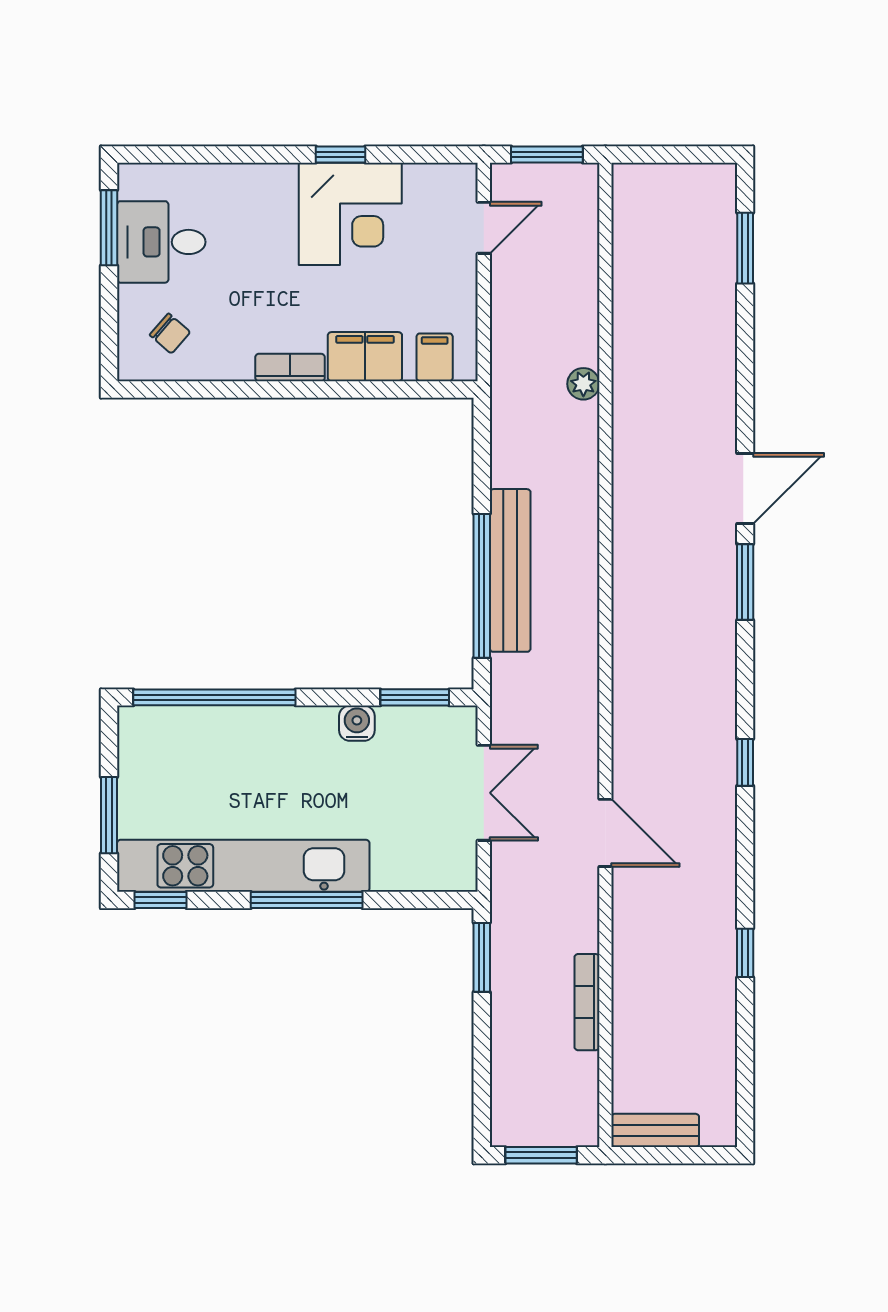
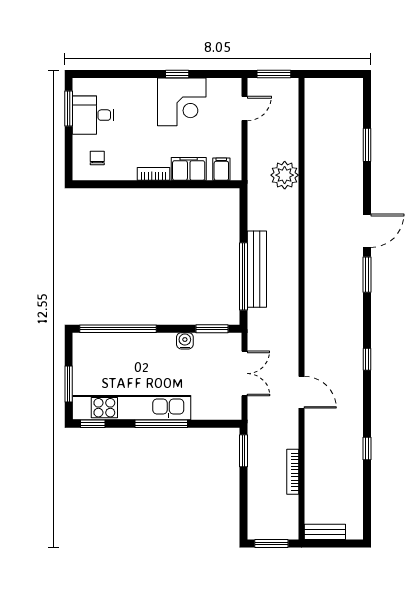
window: (745, 248) -> (367, 145), moved
chair: (170, 334) -> (97, 158), turned -131
plant: (583, 384) -> (285, 175), width x1.88, depth x1.88

